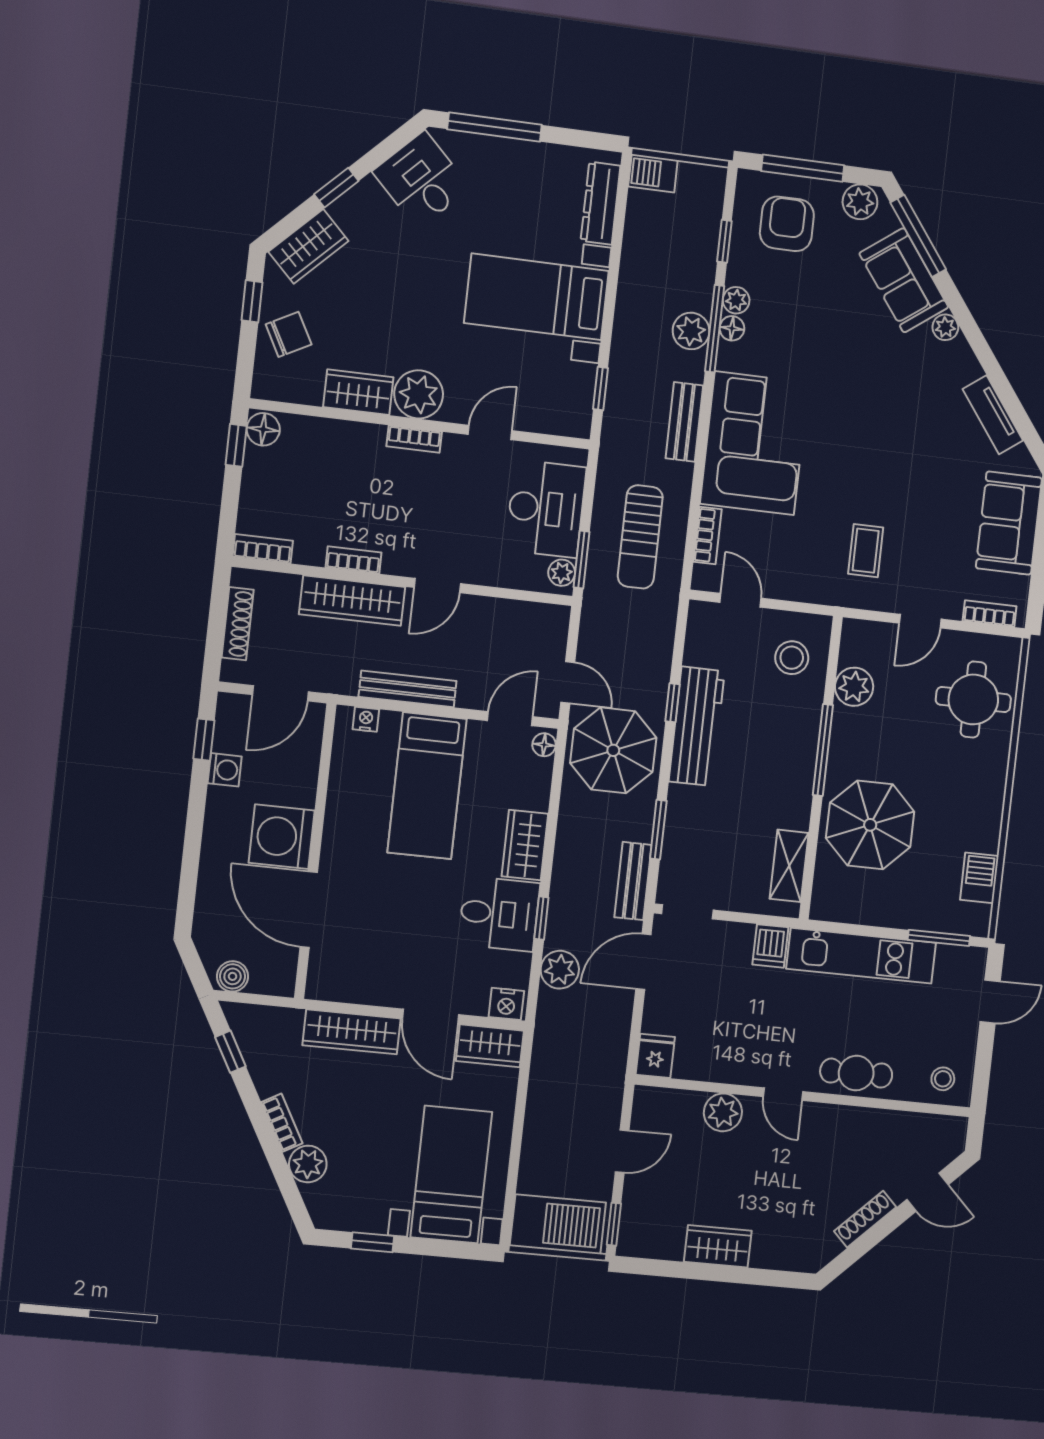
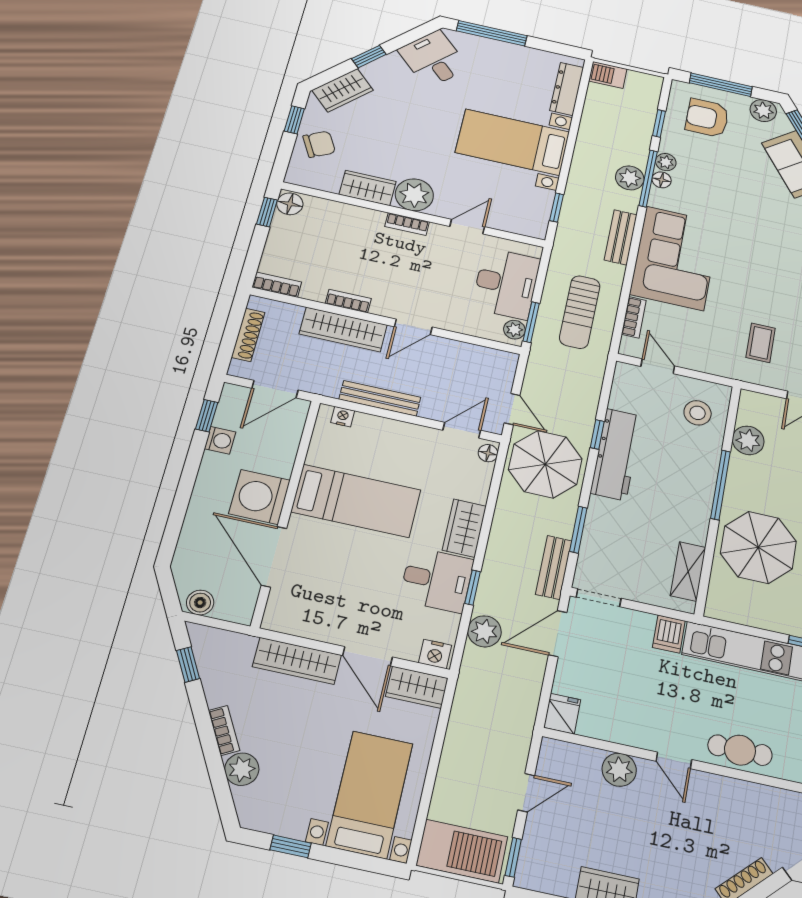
armchair: (787, 224) -> (707, 118), turned -90
bed: (427, 786) -> (356, 501), moved, turned -90

